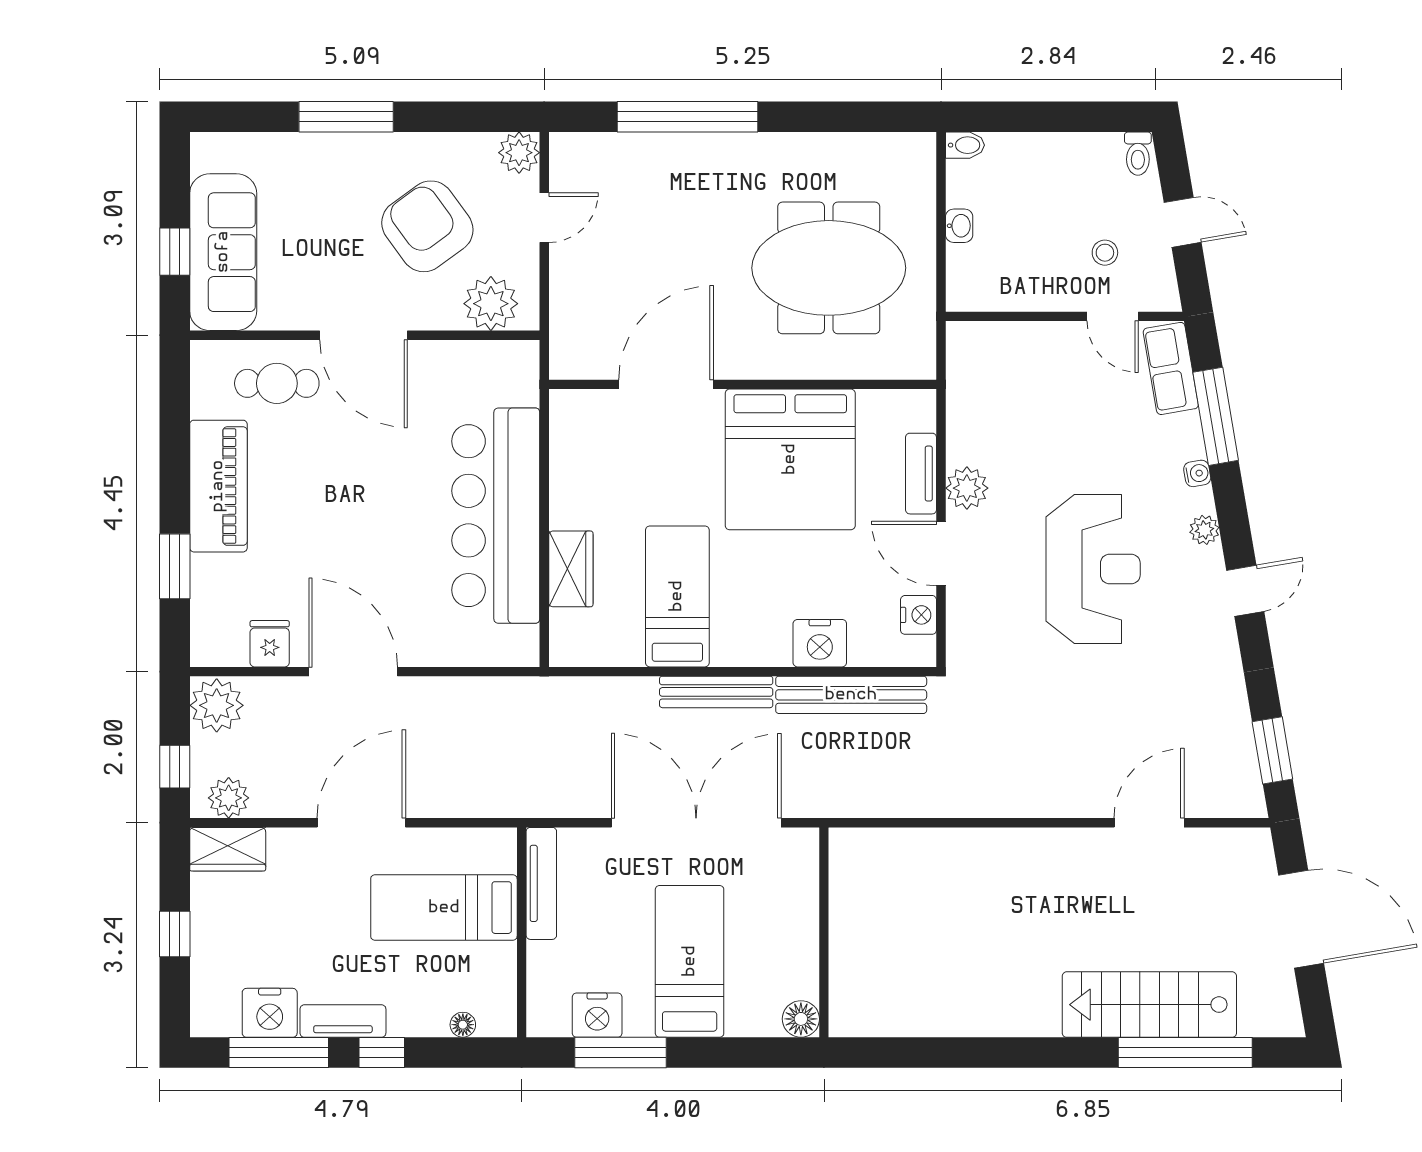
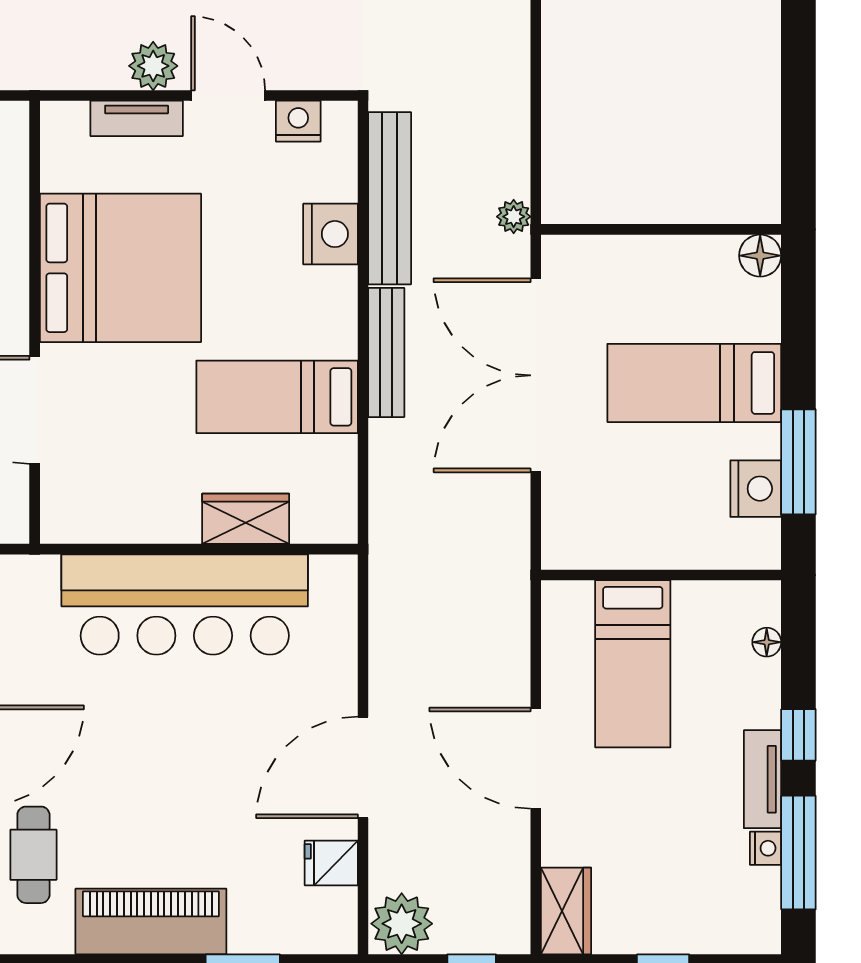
door: (941, 554) -> (228, 95), swing flipped
plant: (229, 798) -> (514, 217), moved, width x0.73, depth x0.73
tv unit: (541, 883) -> (605, 552), removed
nightstand: (270, 1013) -> (766, 848), width x0.53, depth x0.56

